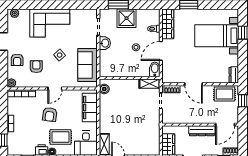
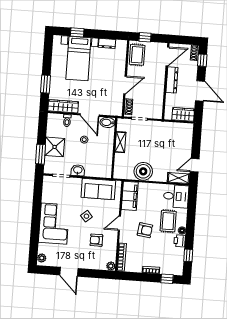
armchair: (17, 60) -> (88, 259), removed
dresser: (234, 75) -> (107, 43), moved
shelving: (149, 84) -> (120, 142), moved
door: (55, 88) -> (119, 223), swing flipped
boiler: (104, 89) -> (143, 171), moved, width x1.86, depth x1.86
filing cabinet: (90, 108) -> (130, 196), moved, turned -90
door: (225, 125) -> (167, 56), hinge flipped

